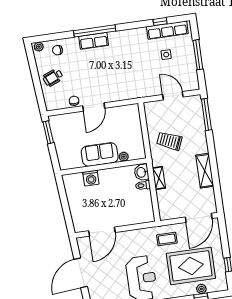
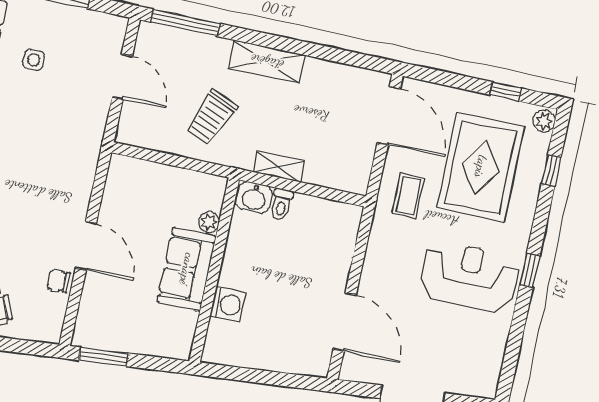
door: (173, 96) -> (122, 77), swing flipped
shelving: (205, 171) -> (267, 62), moved
plant: (201, 289) -> (544, 121), moved

